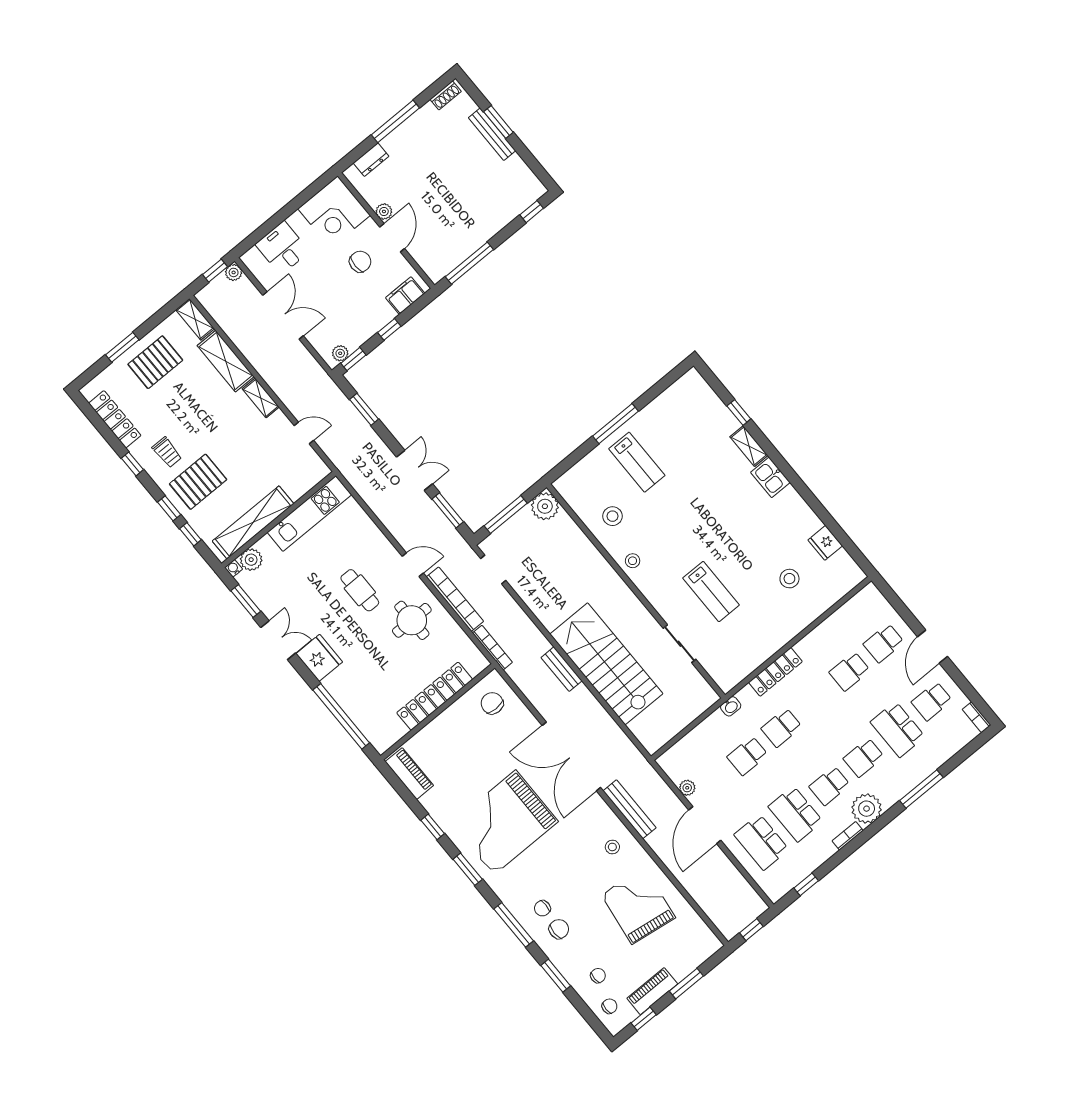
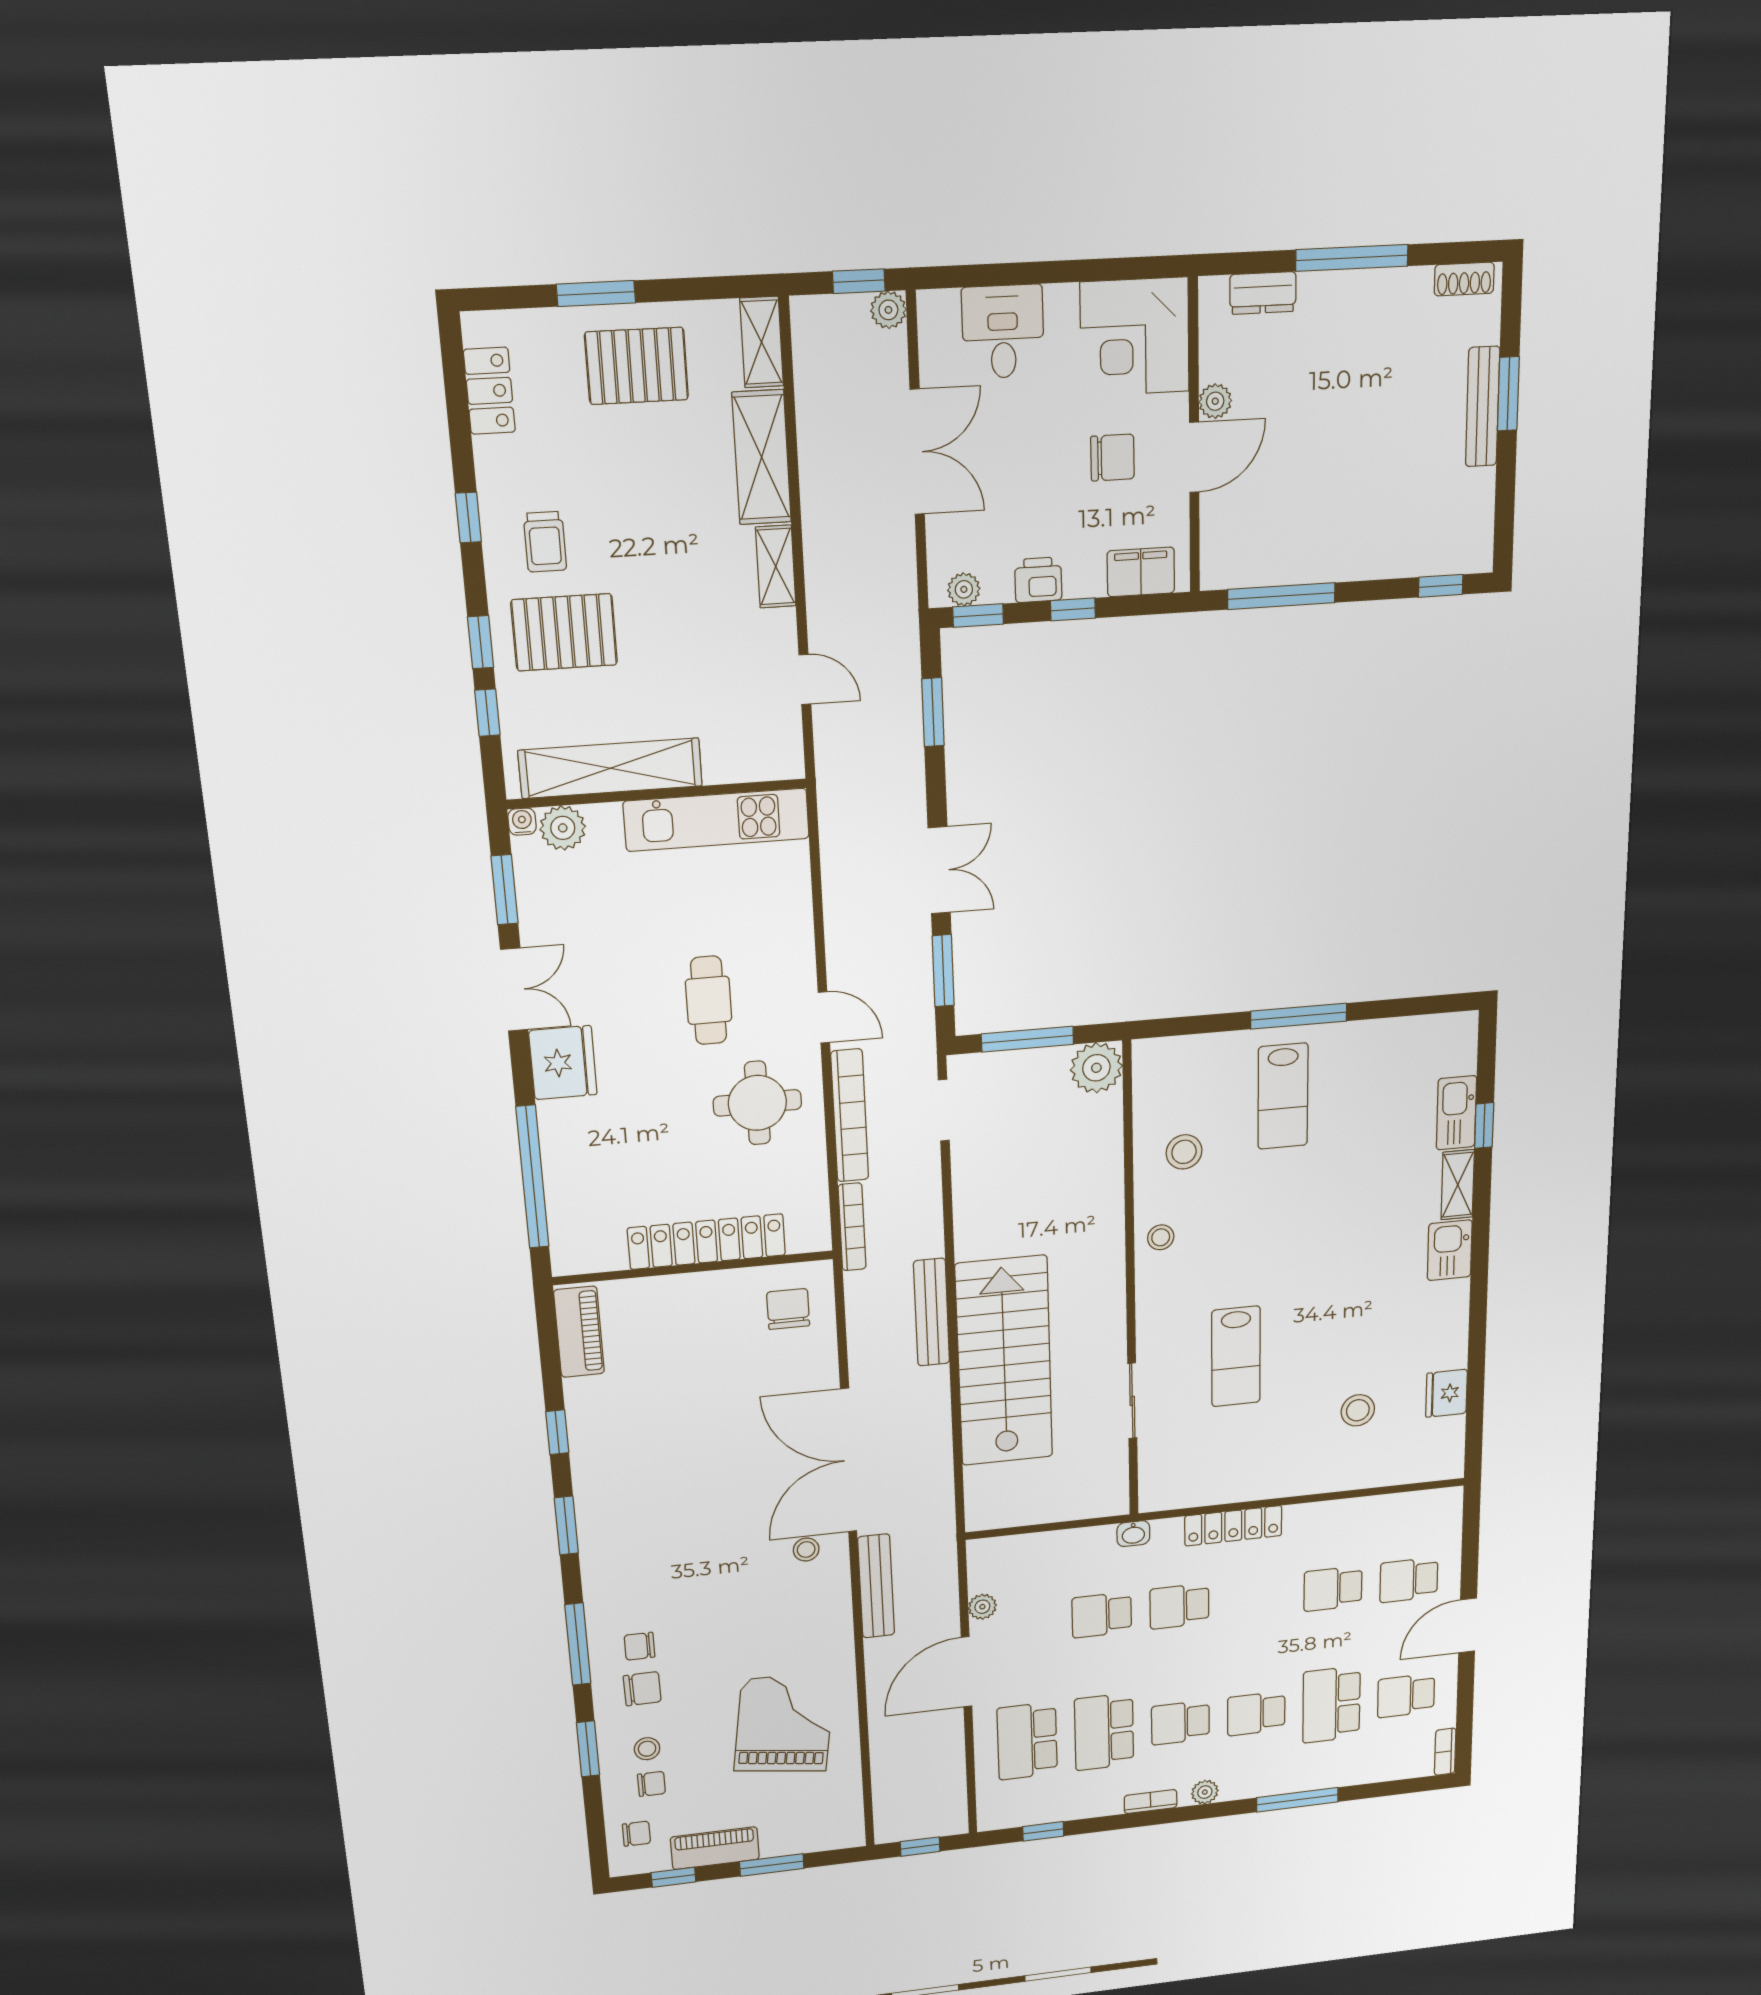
printer: (367, 328) -> (1038, 580), added
kitchen sink: (721, 416) -> (1456, 1113), added
locker: (115, 419) -> (489, 391), width x0.66
bench: (562, 669) -> (932, 1312), width x1.36
plant: (867, 809) -> (1205, 1792), width x0.53, depth x0.53
grand piano: (505, 822) -> (675, 1493), removed
stool: (612, 847) -> (806, 1550), moved
stool: (583, 958) -> (647, 1749), added

